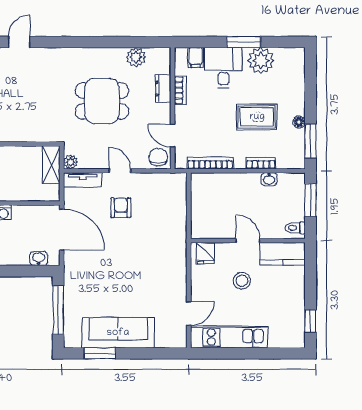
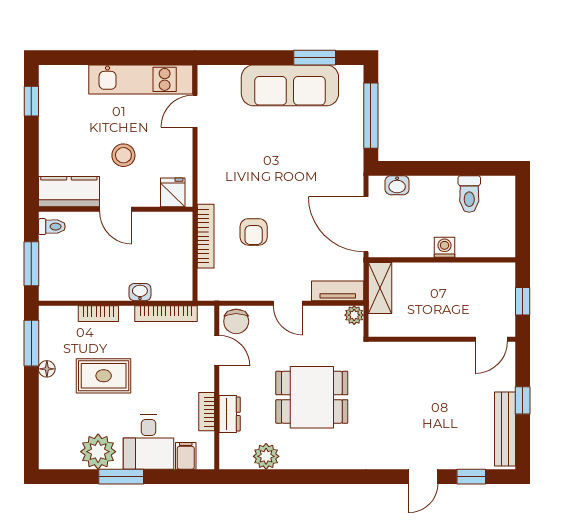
shelving: (51, 165) -> (380, 288), moved
washbasin: (269, 179) -> (140, 292), moved
armchair: (121, 208) -> (254, 232), moved
bookcase: (181, 221) -> (206, 236), added

